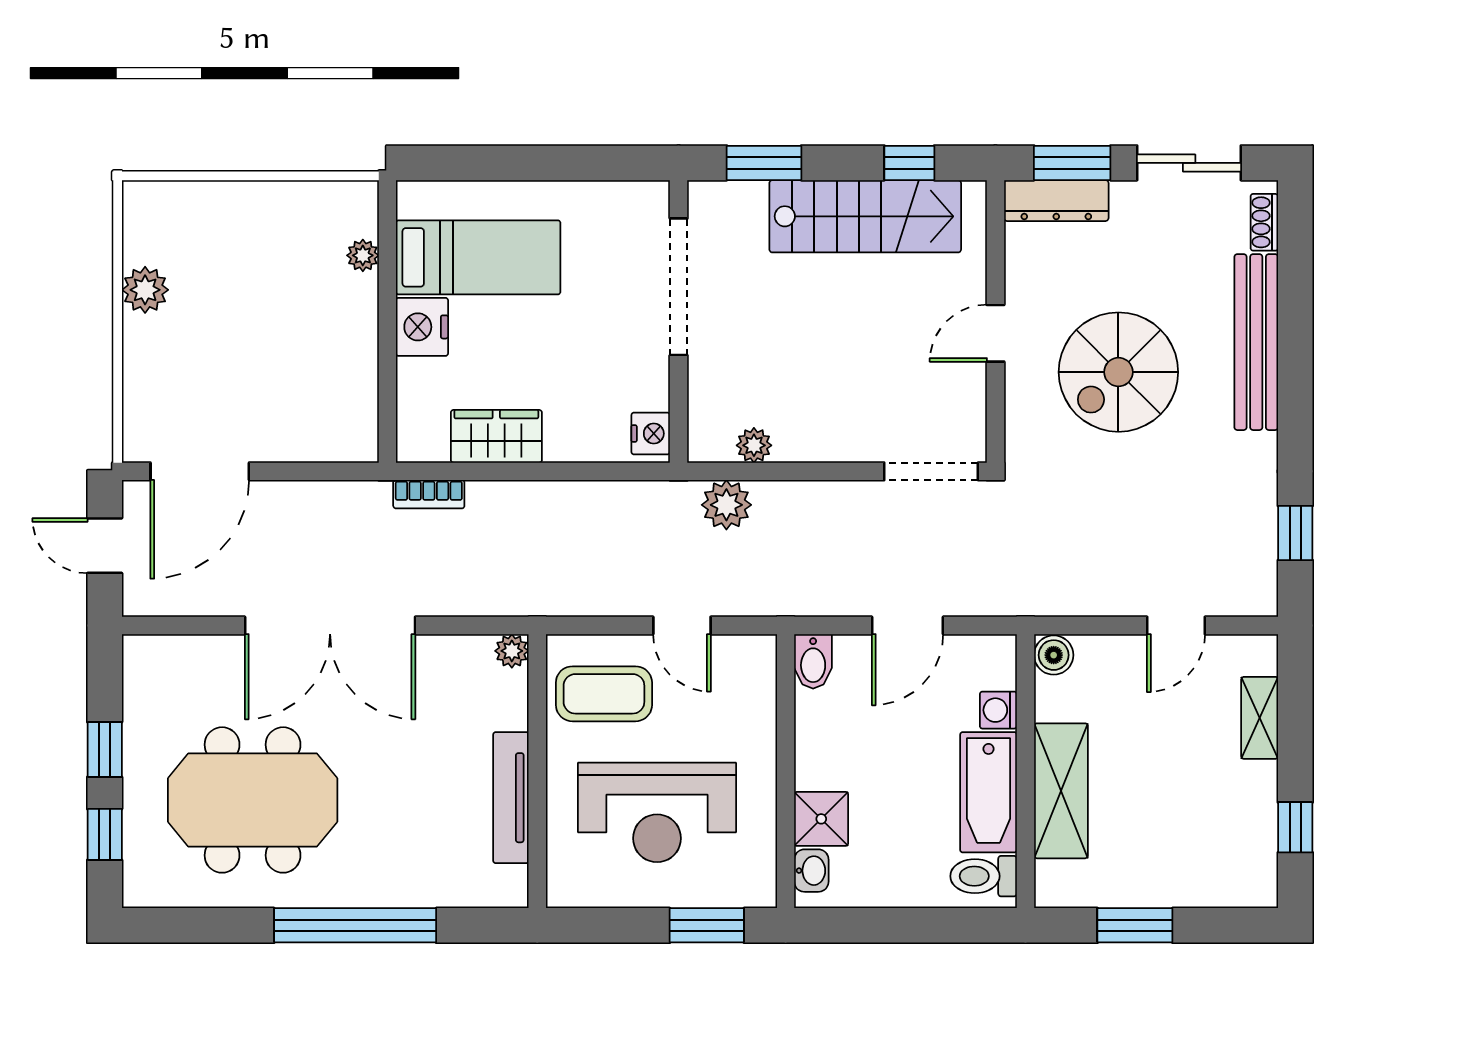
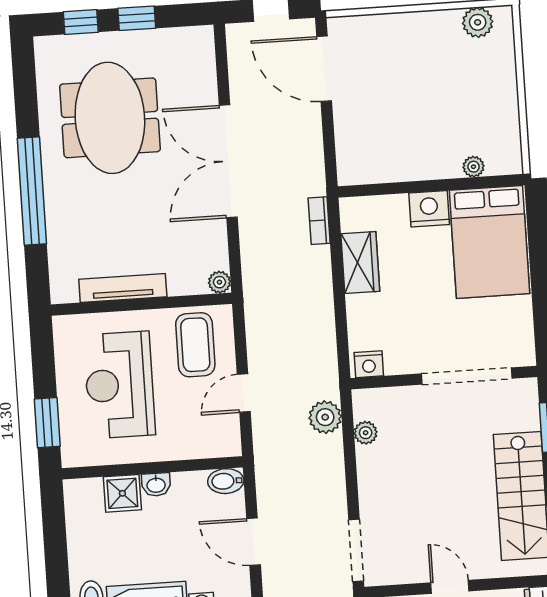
bed: (478, 257) -> (489, 242), width x1.50
plant: (145, 290) -> (478, 22), moved
washbasin: (811, 871) -> (156, 485), moved

